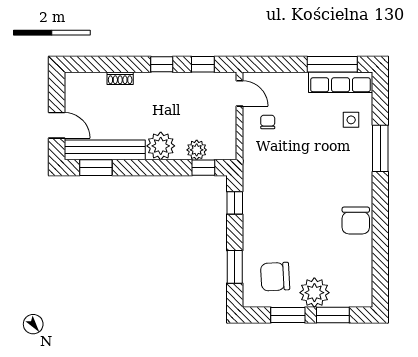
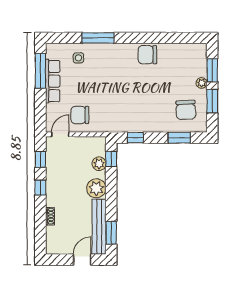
row of seats: (341, 82) -> (53, 81), moved
chair: (268, 122) -> (80, 115), width x1.87, depth x1.87
chair: (356, 220) -> (147, 55), turned 180
plant: (314, 293) -> (202, 83), width x0.53, depth x0.53

